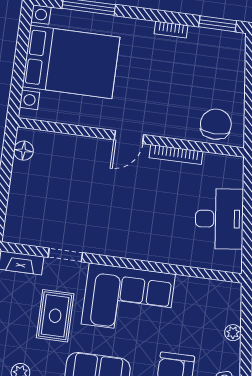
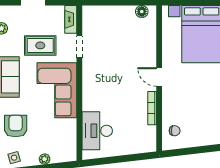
chair: (216, 124) -> (175, 131), width x0.54, depth x0.54
desk: (219, 219) -> (97, 131), moved, turned 97

